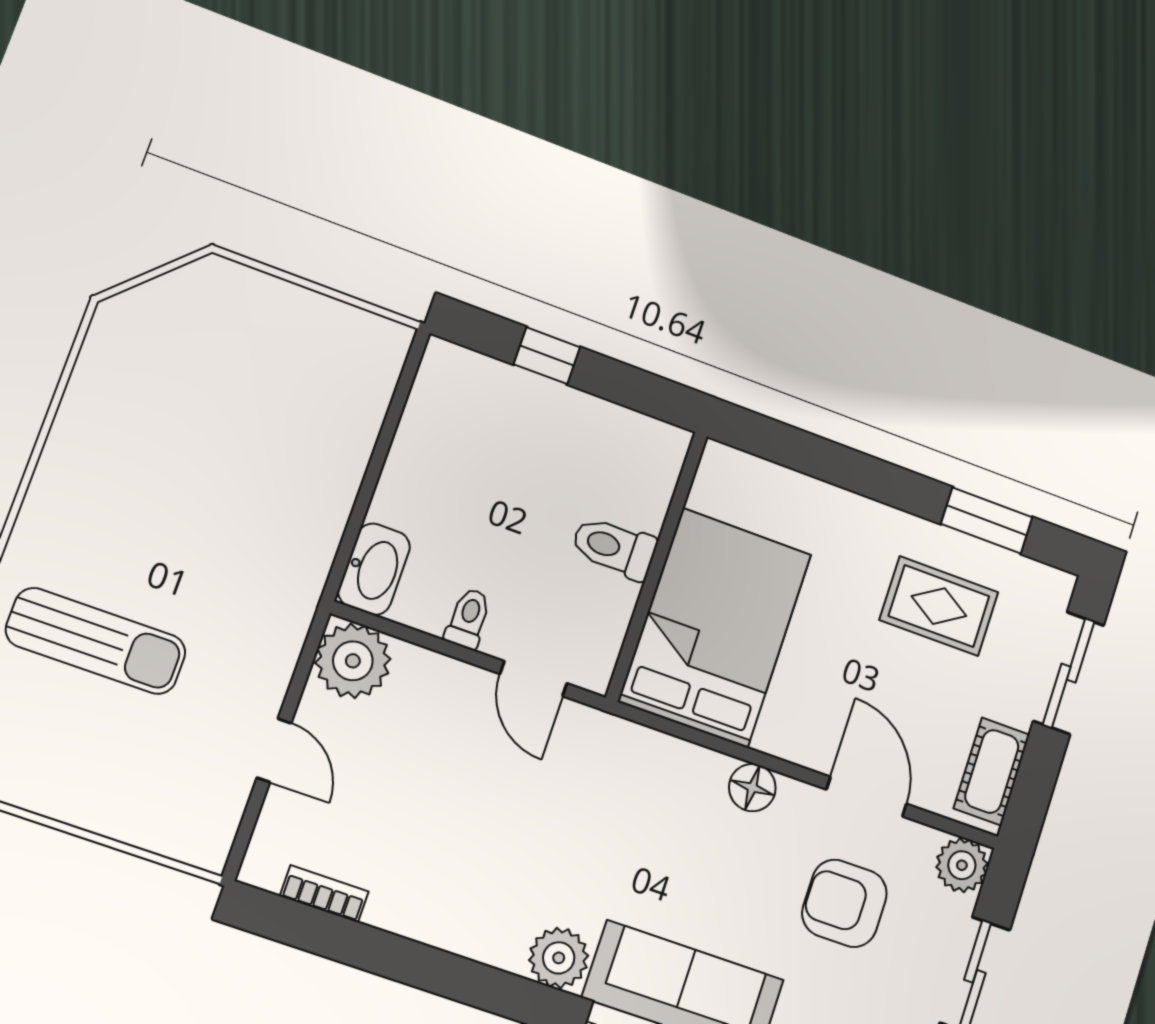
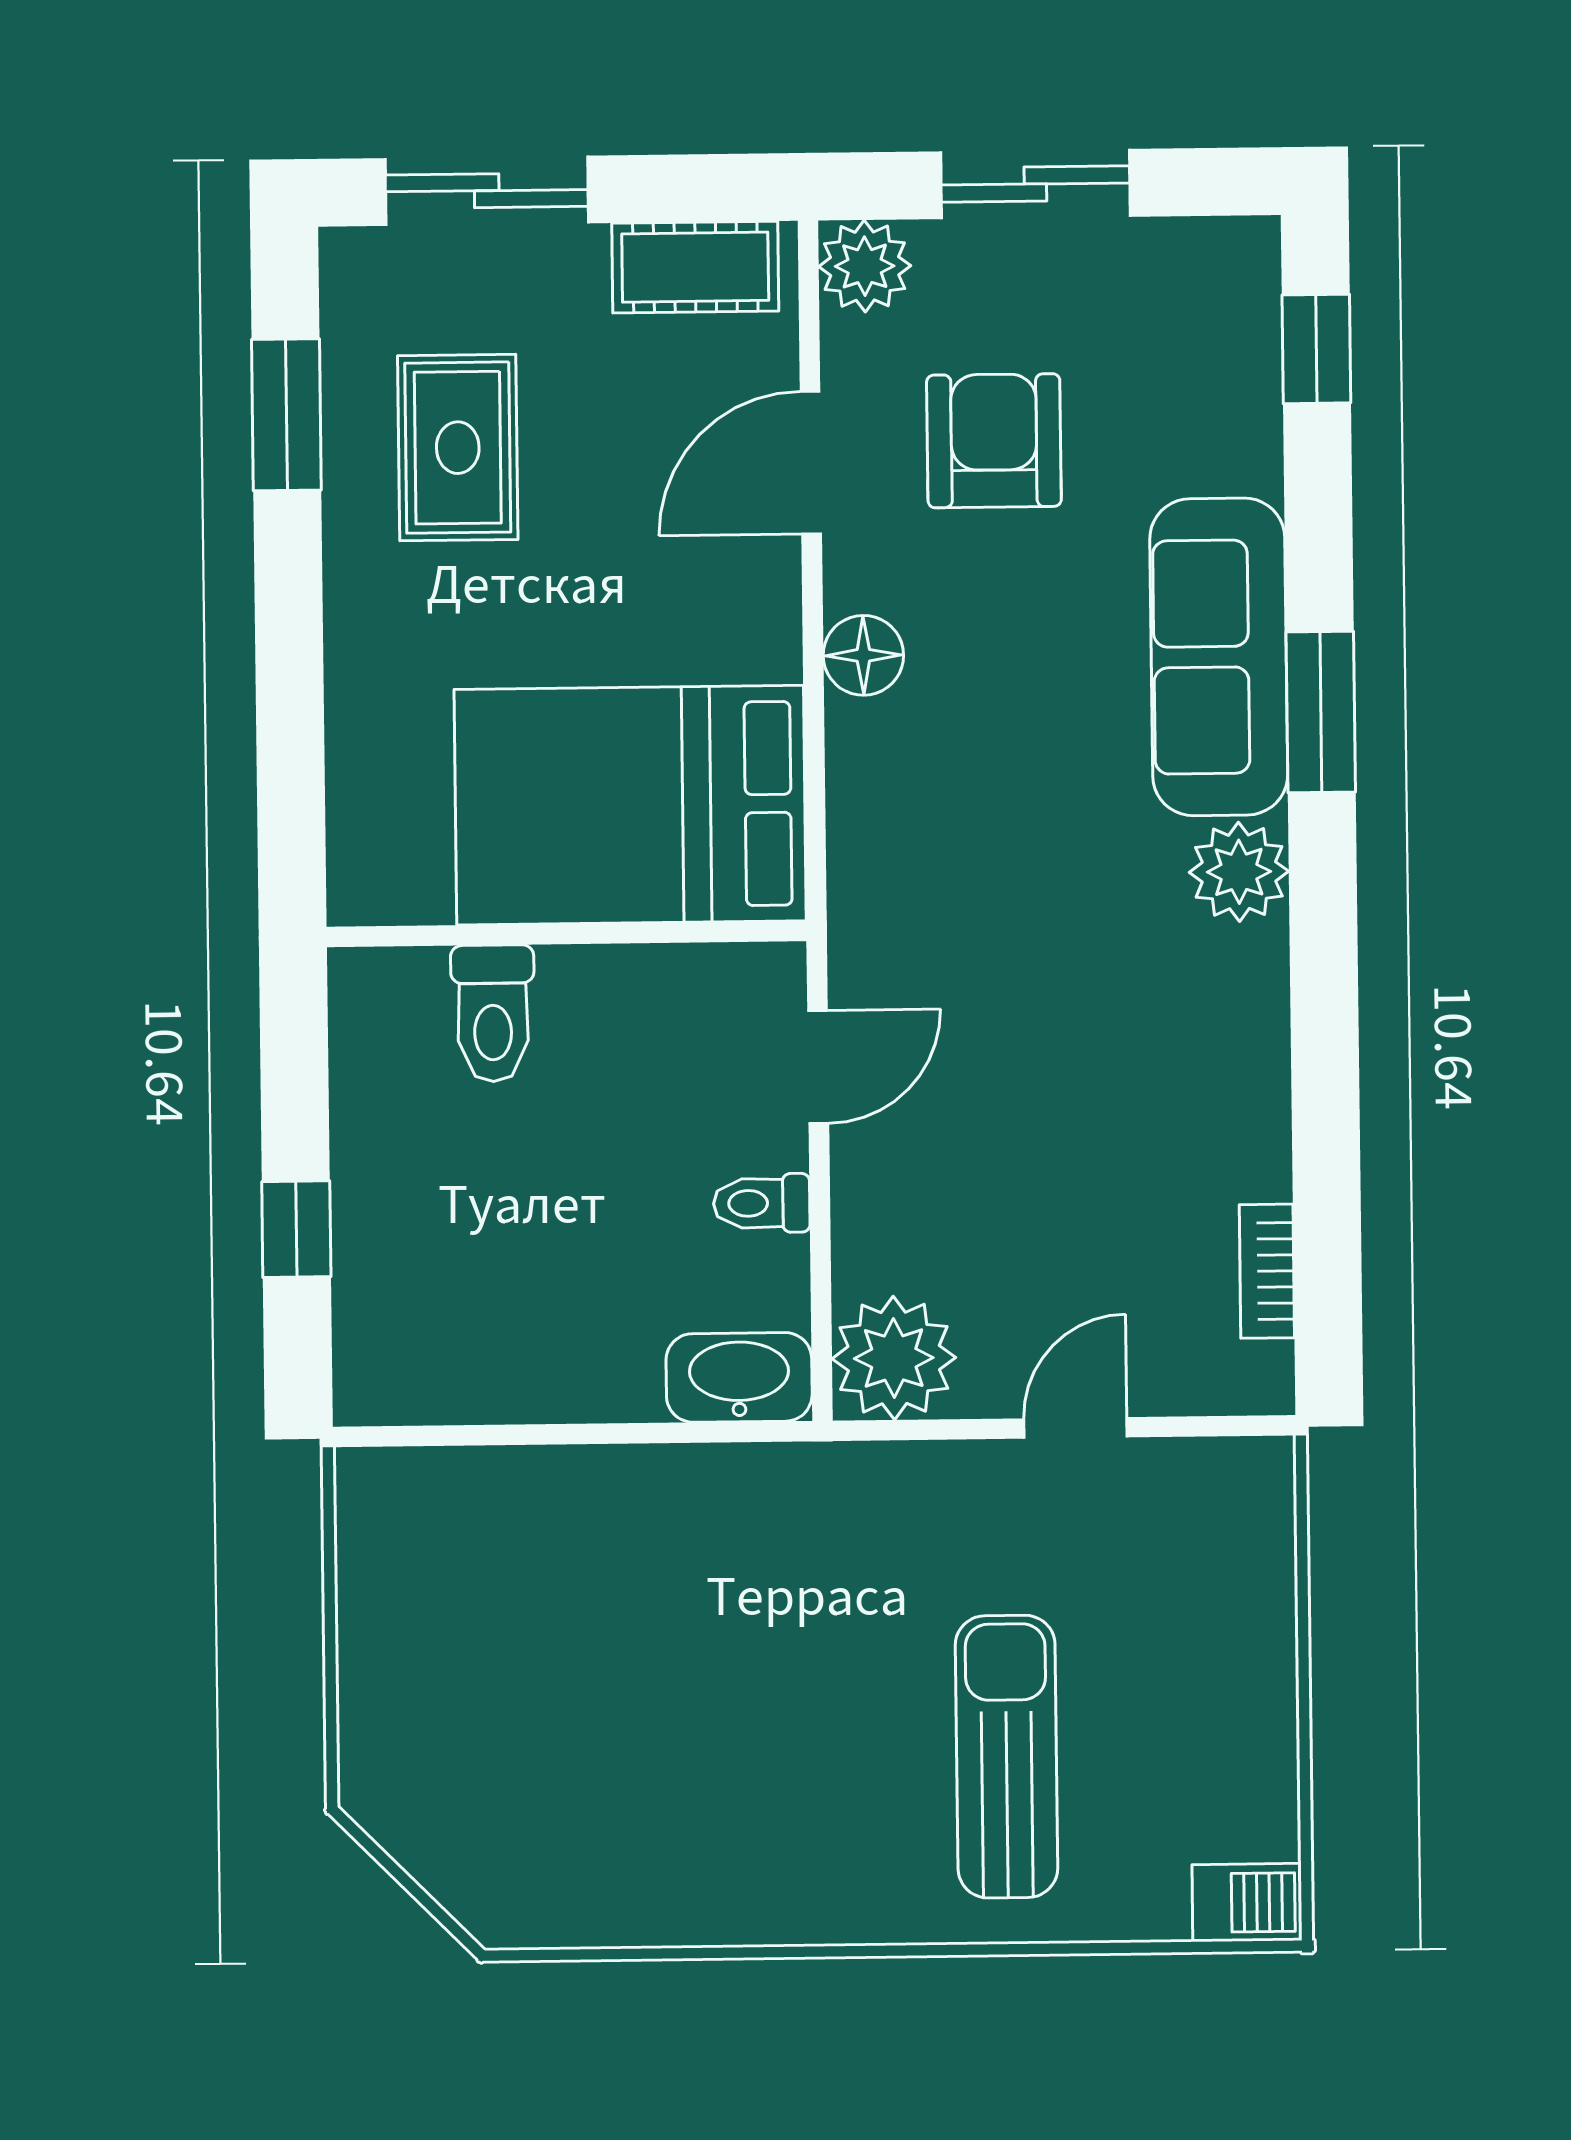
toilet: (614, 548) -> (493, 1013), moved
armchair: (844, 903) -> (994, 441), turned 180

